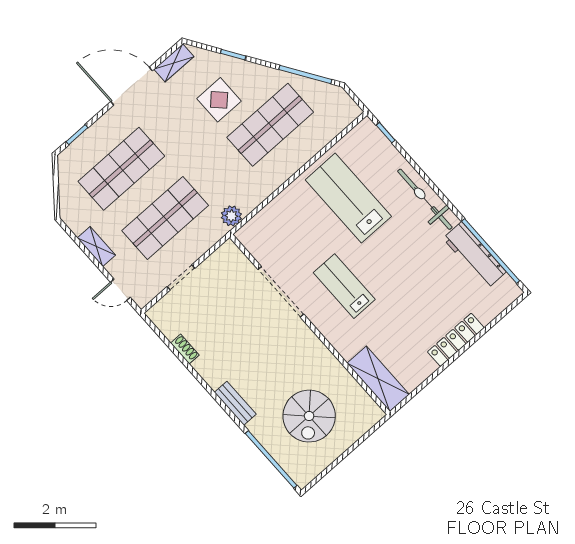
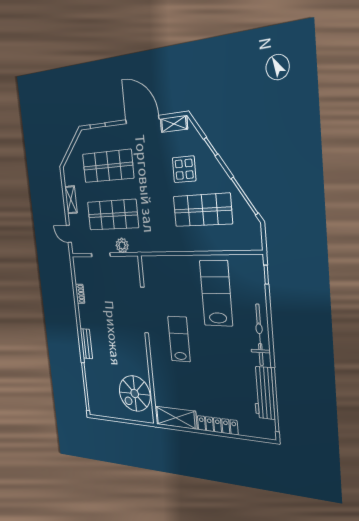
plant: (231, 216) -> (122, 245), moved
shelving: (378, 379) -> (176, 418), moved, turned 90
spiral stairs: (309, 416) -> (135, 393), moved

